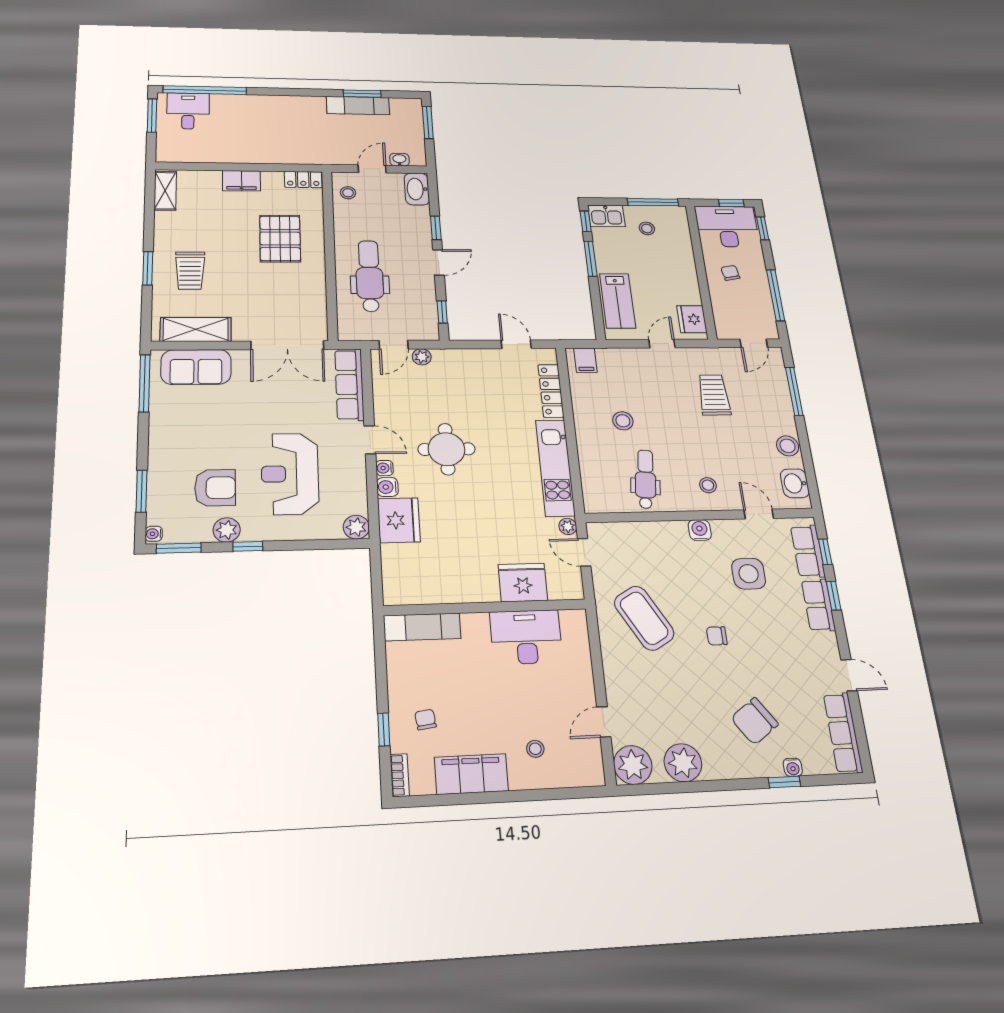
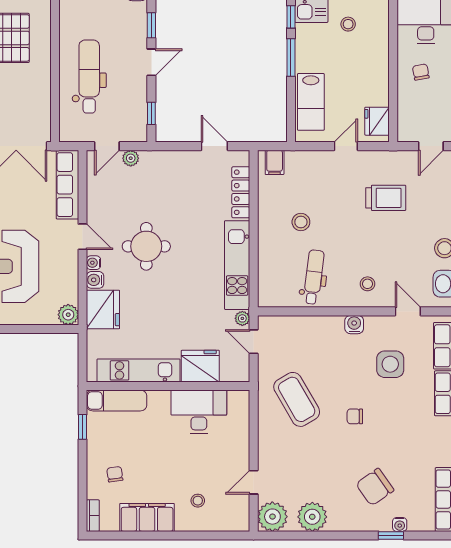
trolley: (714, 395) -> (386, 198), turned 90
kitchen unit: (447, 590) -> (139, 370), added
window: (384, 729) -> (83, 427), moved

